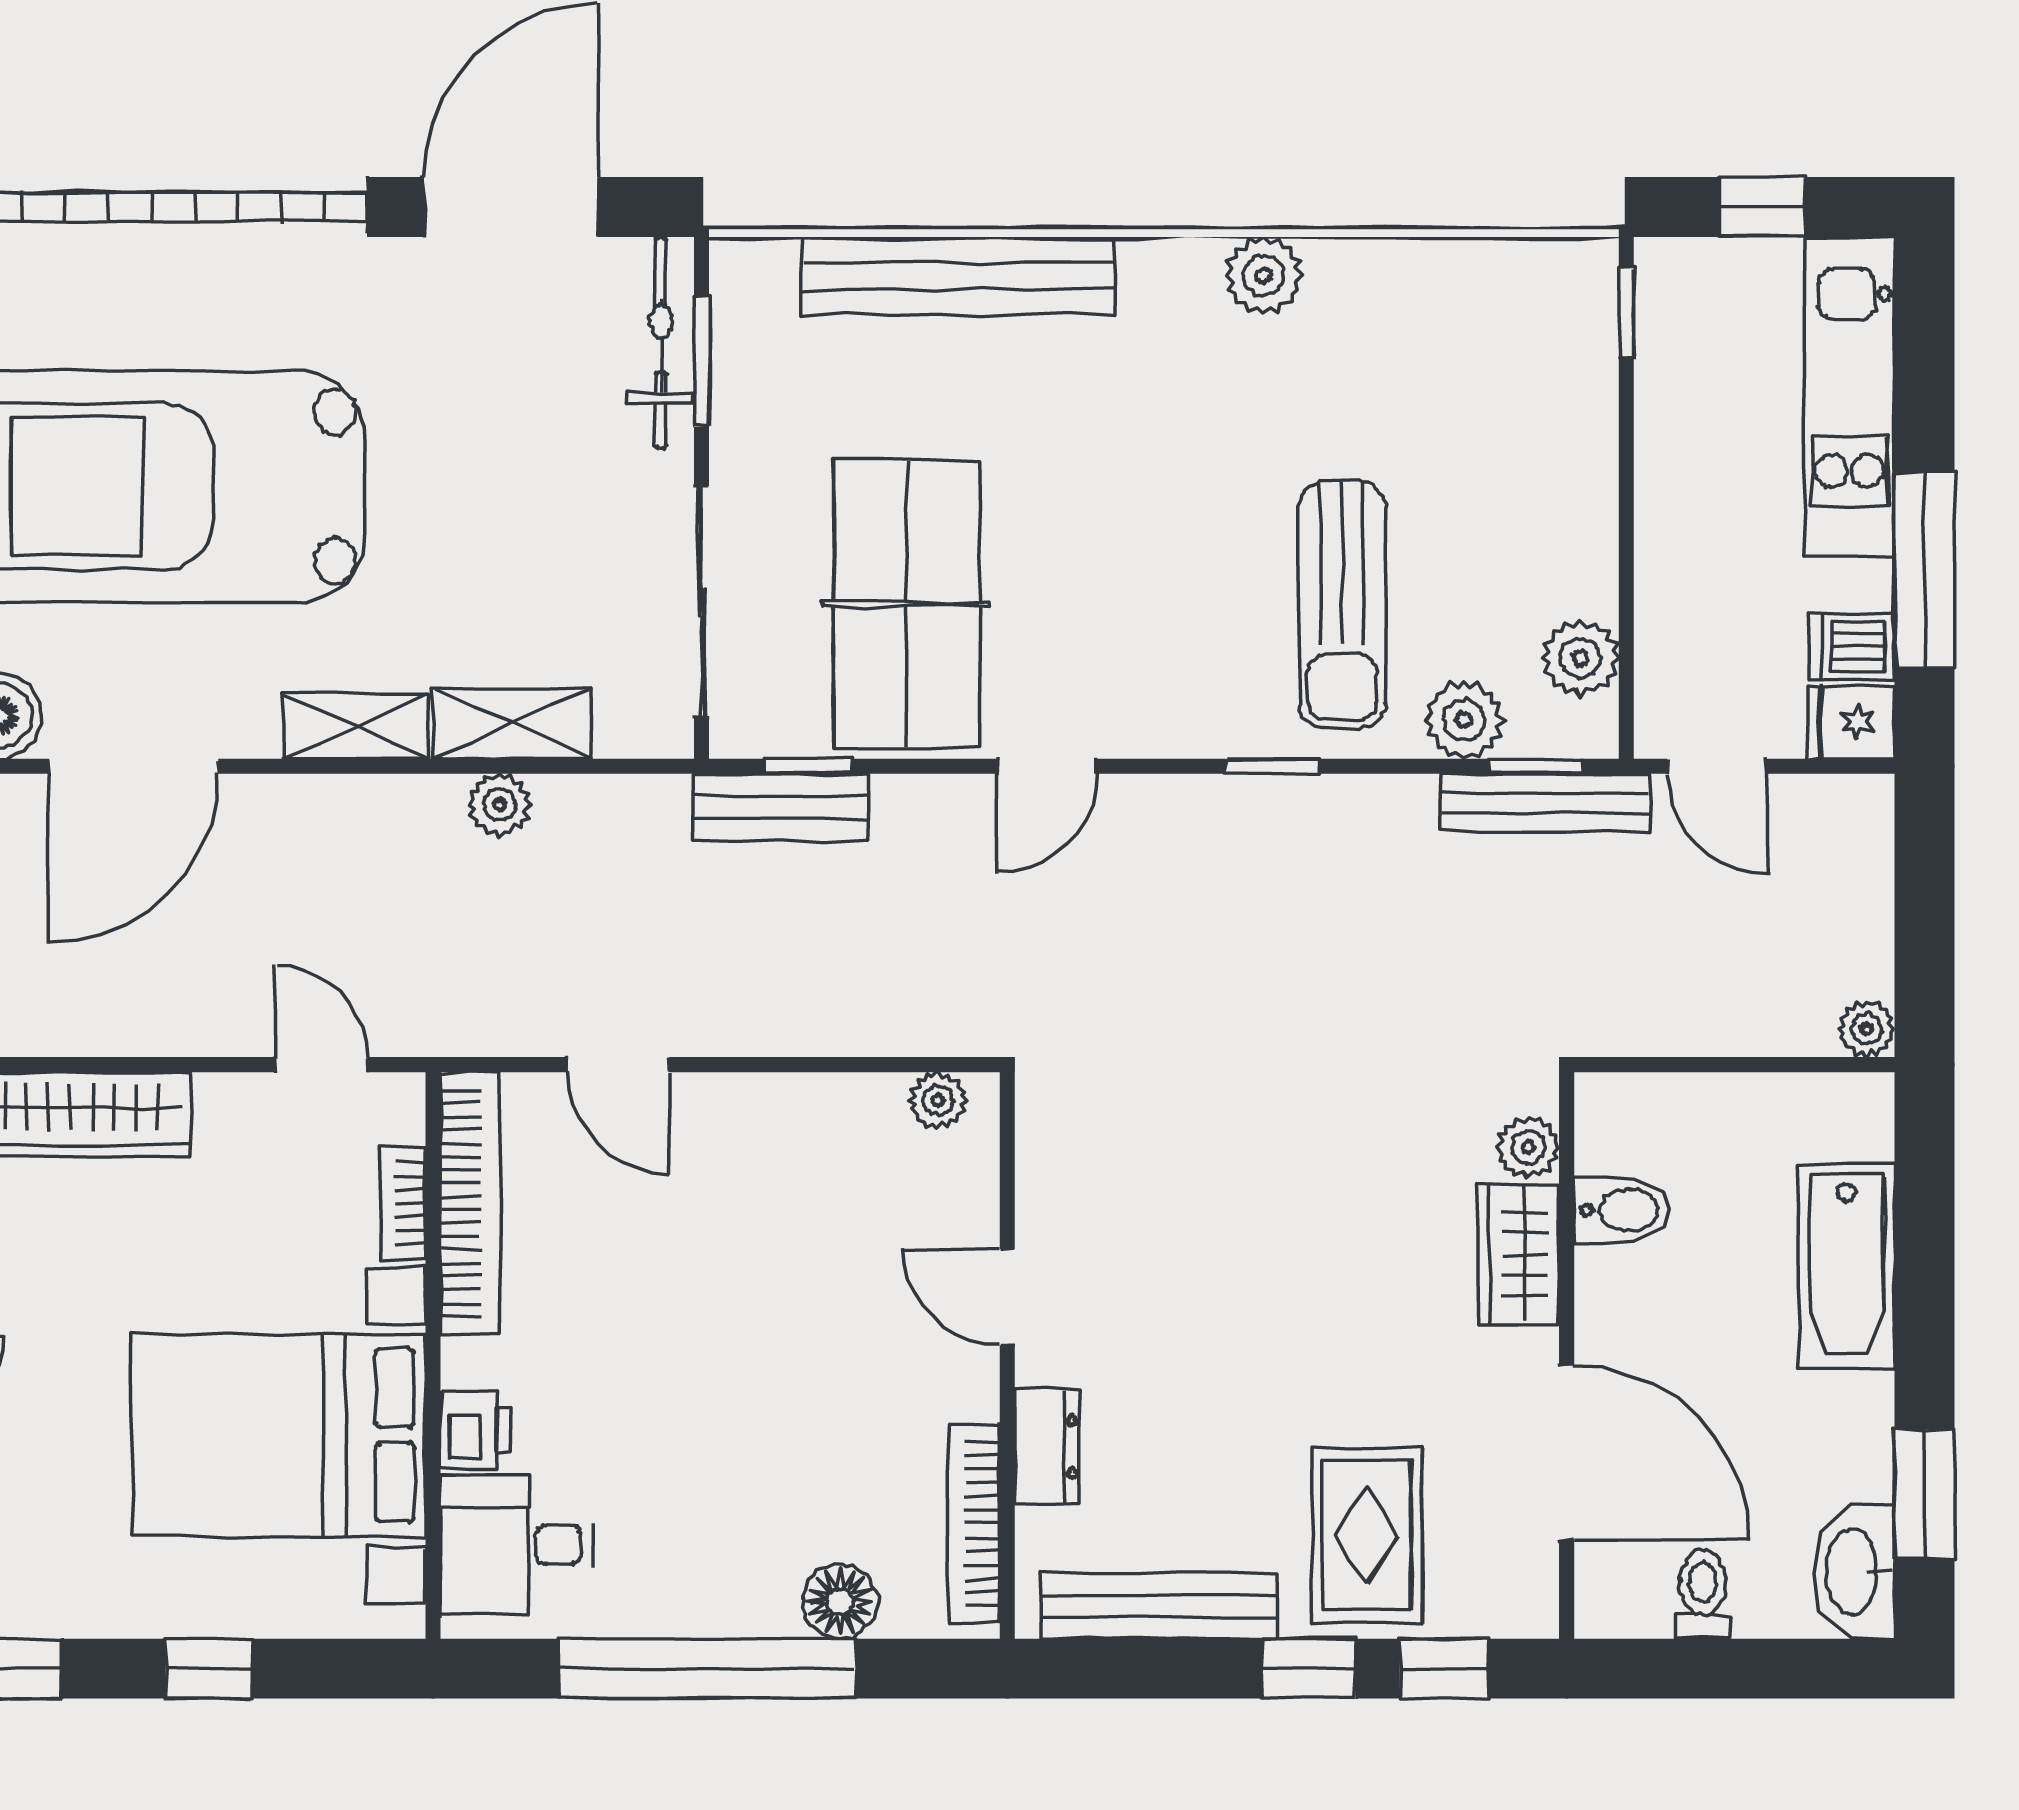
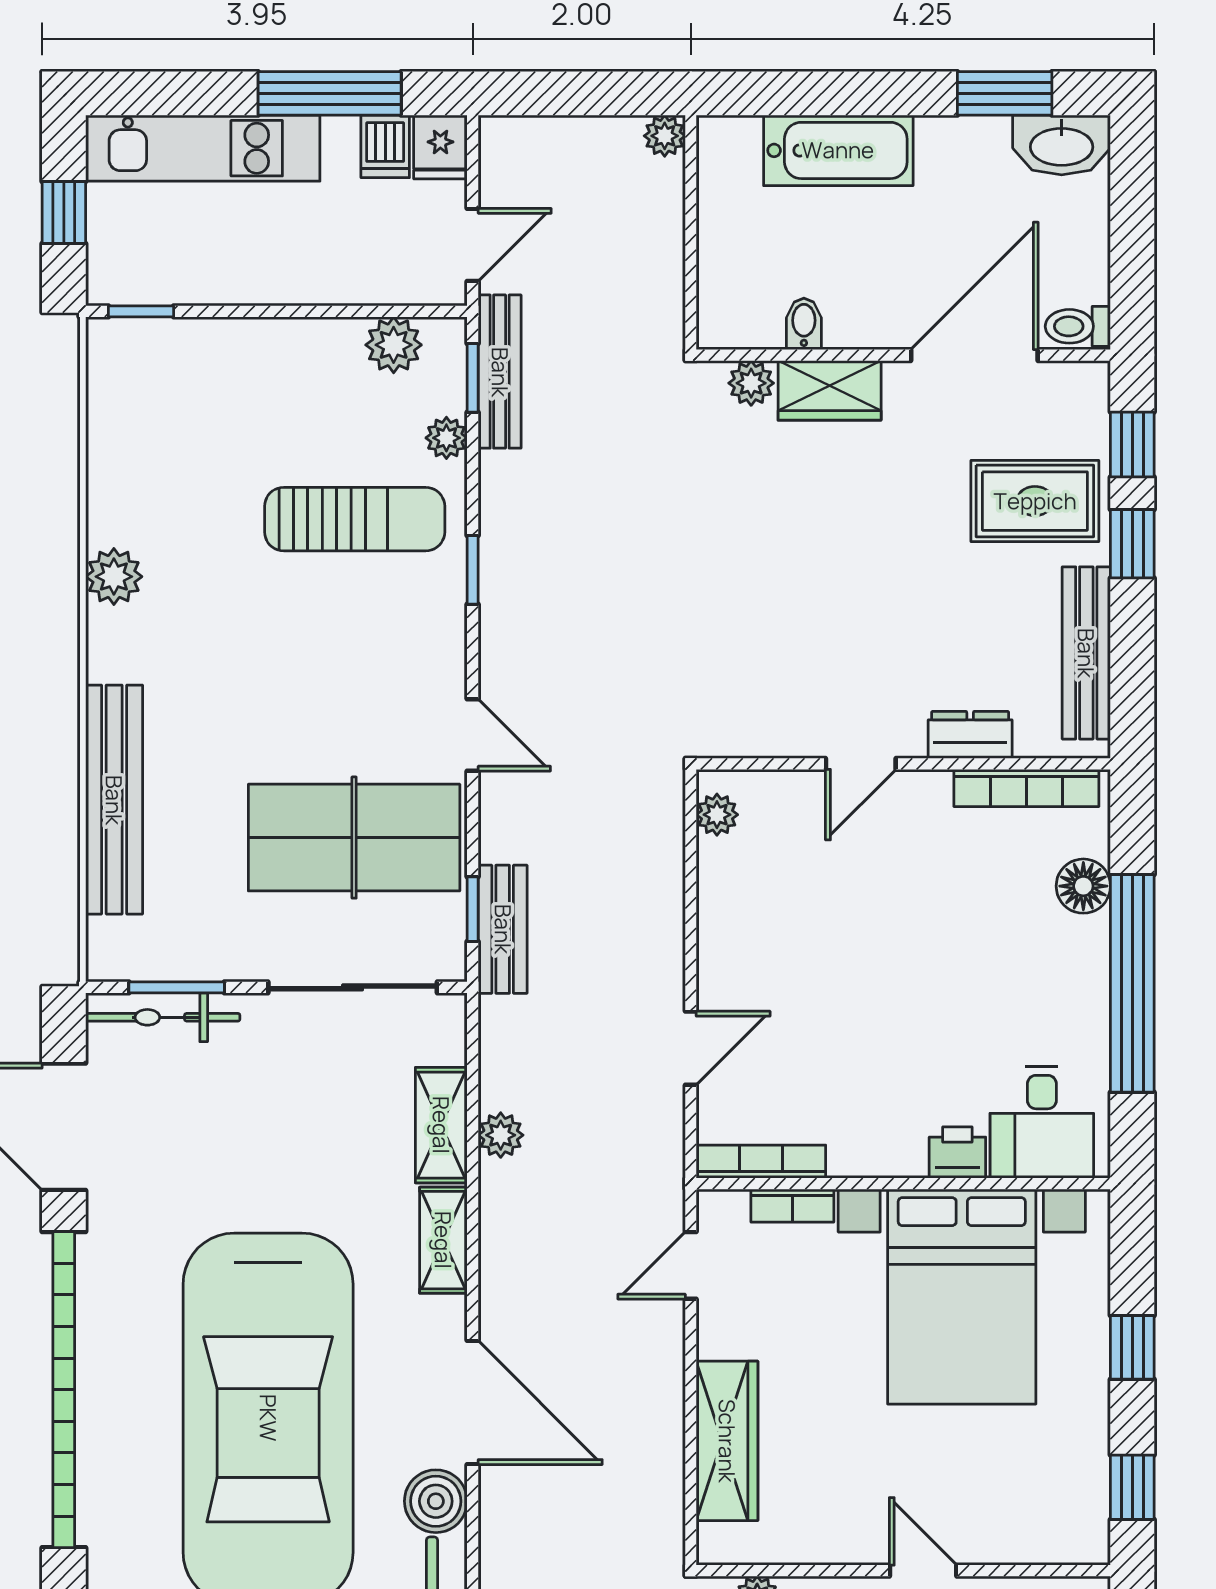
plant: (1464, 720) -> (446, 438), width x0.73, depth x0.73
bookcase: (470, 1203) -> (761, 1162), width x0.68, depth x0.76
bidet: (1622, 1210) -> (804, 324), width x0.72, depth x0.74
toilet: (1703, 1594) -> (1078, 326), moved

